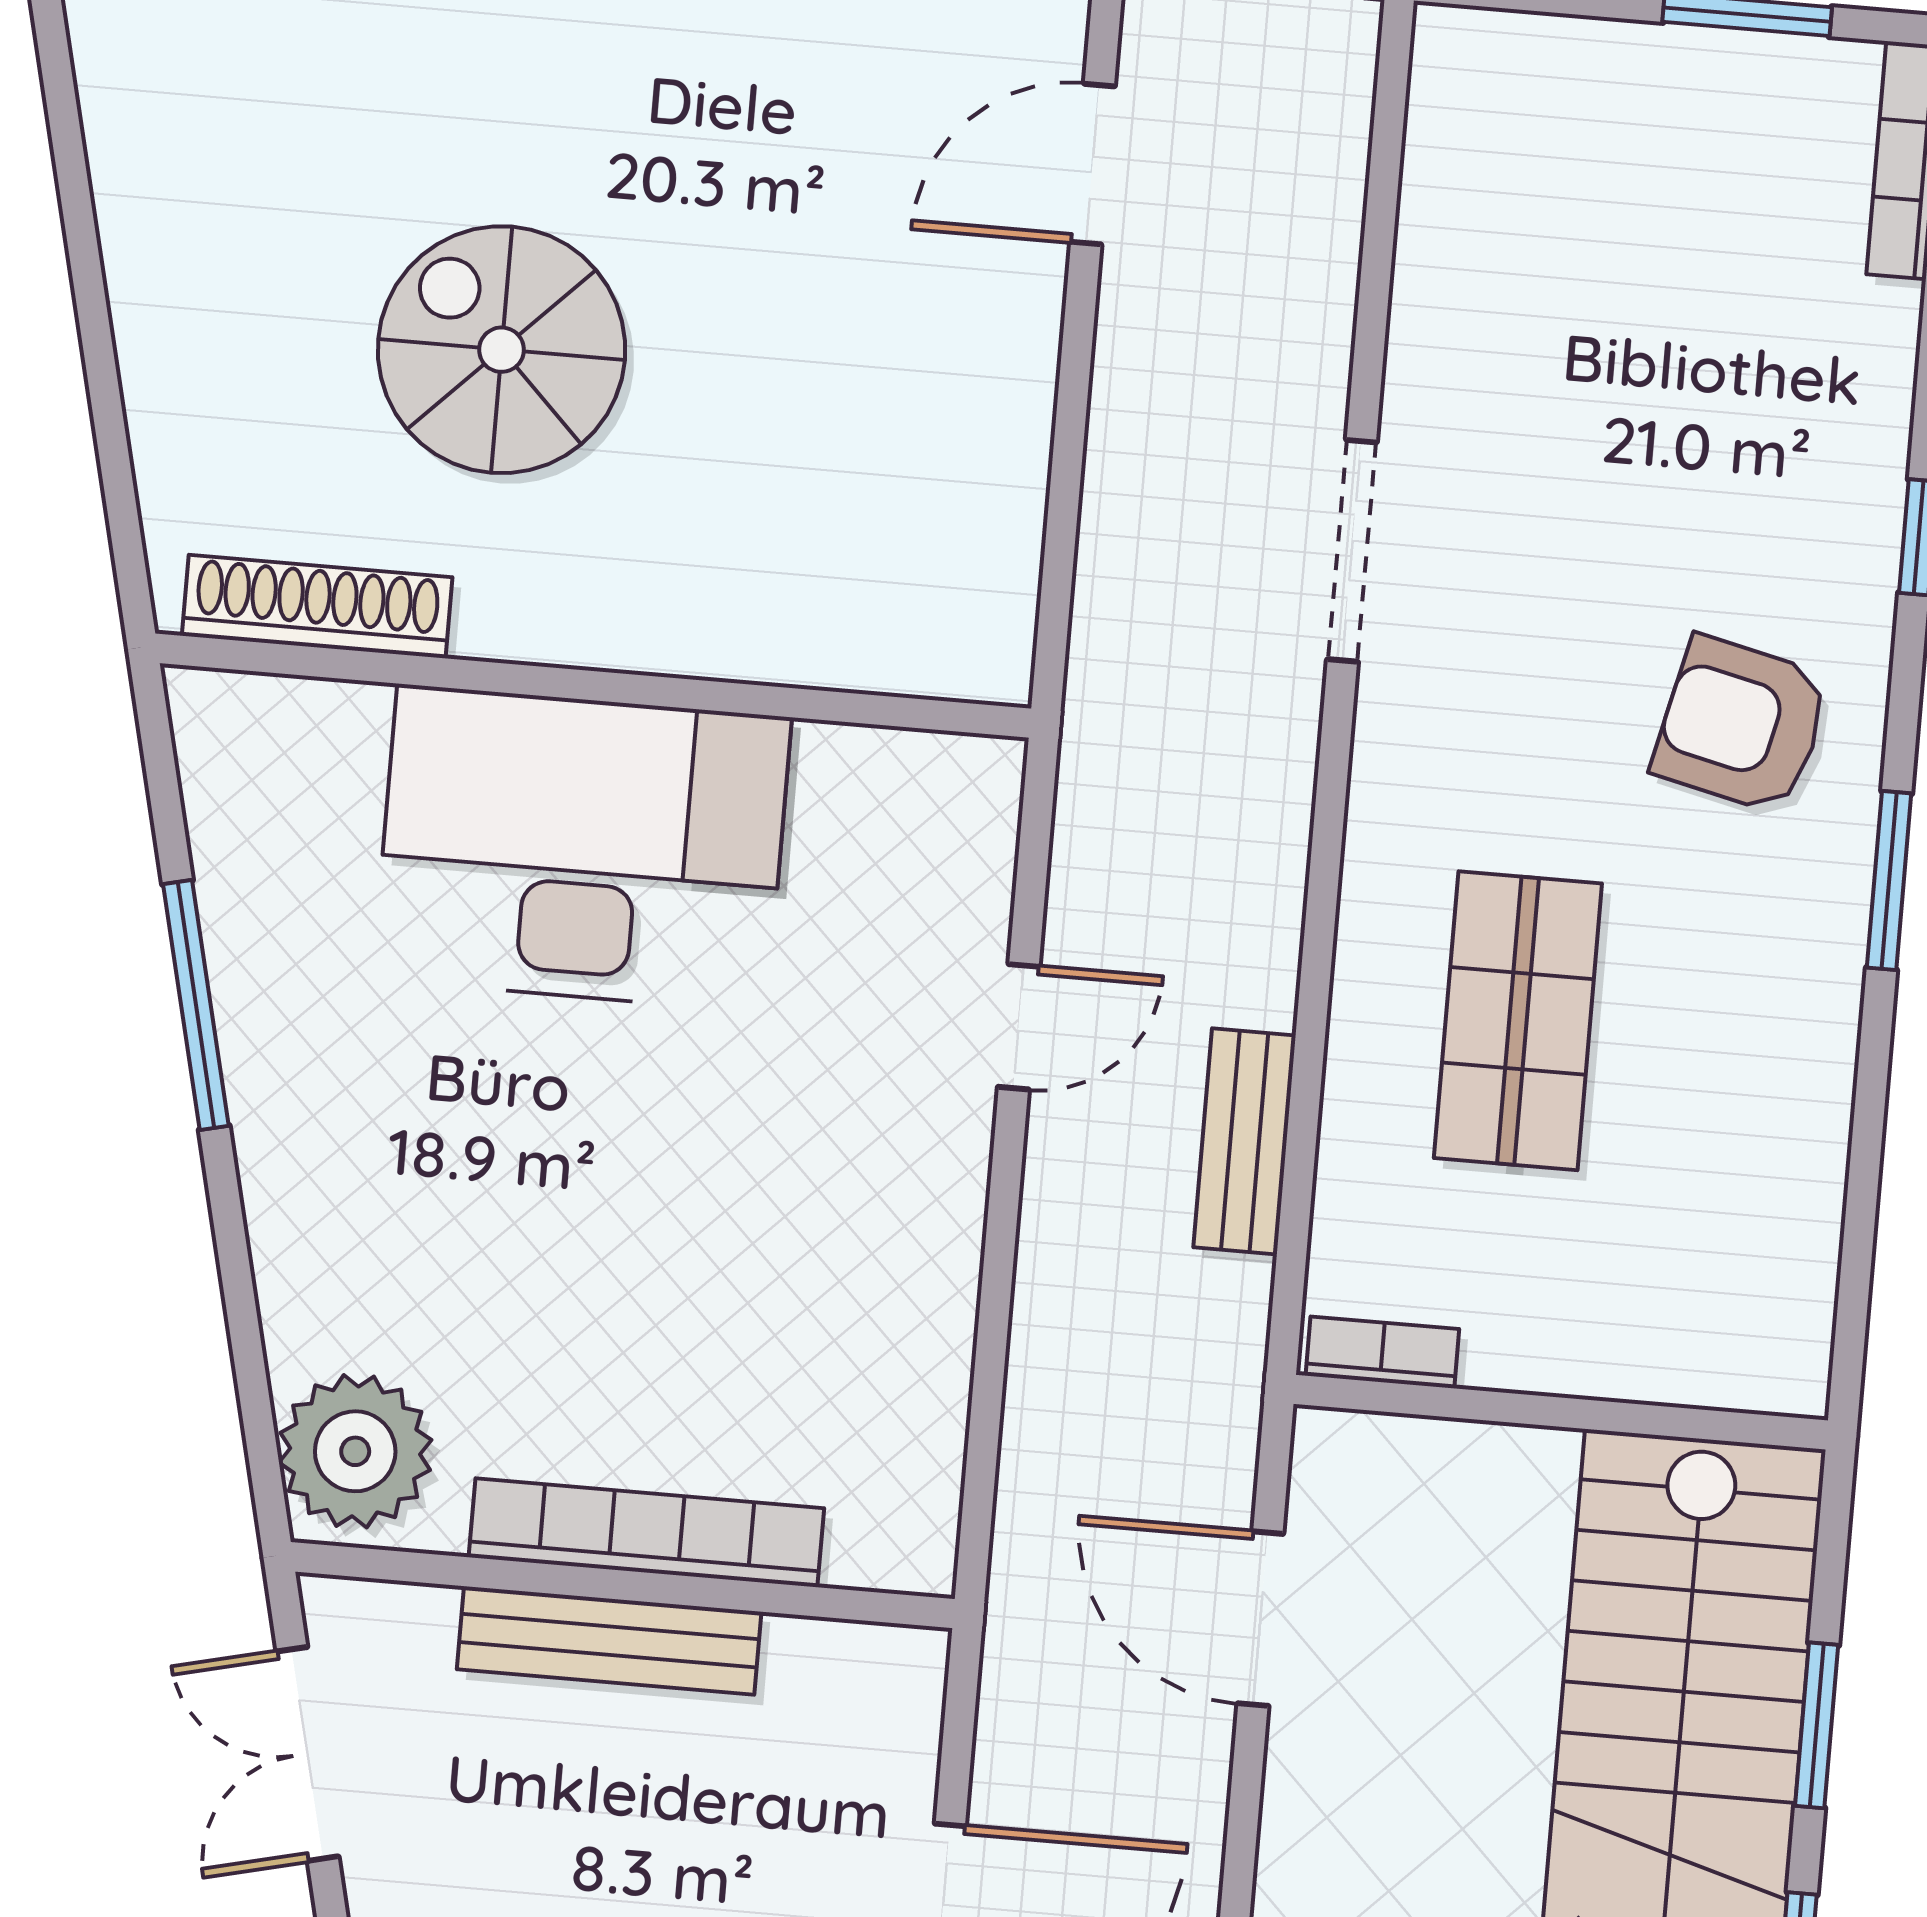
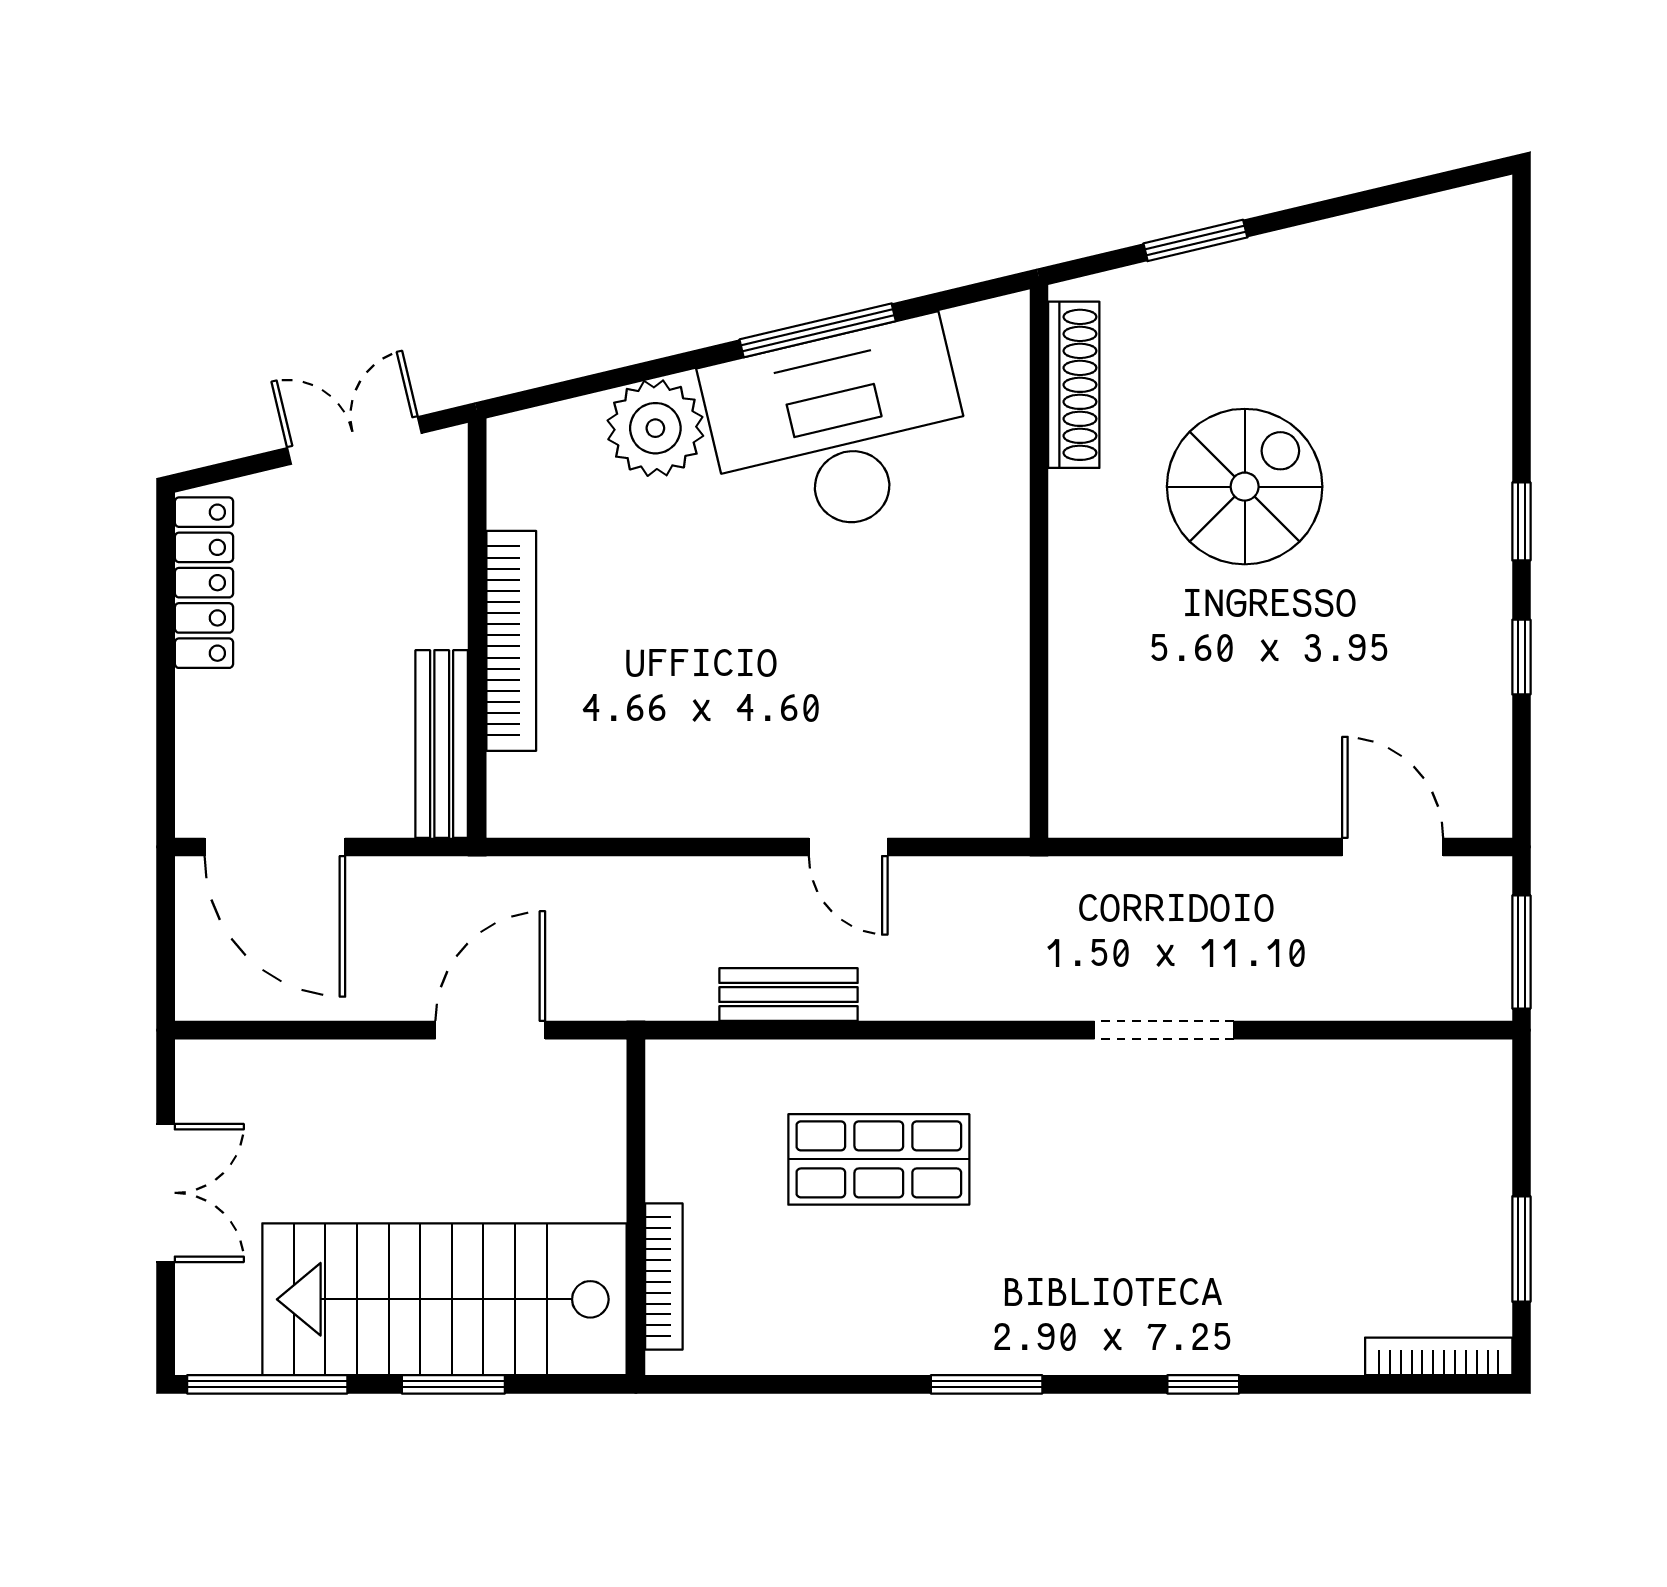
window: (105, 394) -> (1195, 240), added
armchair: (1742, 725) -> (1076, 1284), removed
desk: (582, 848) -> (839, 430), moved, turned -103
bookcase: (1382, 1352) -> (664, 1277), moved, width x1.56
plant: (355, 1451) -> (655, 428), moved
bench: (609, 1641) -> (442, 744), moved

